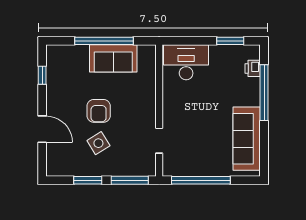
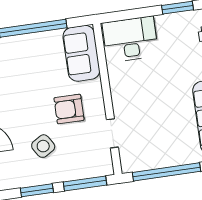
sofa: (113, 58) -> (81, 53), moved, turned 90
armchair: (99, 111) -> (69, 109), moved, turned 90

